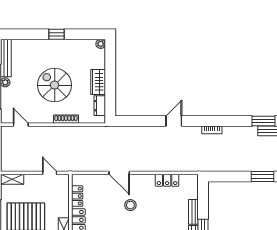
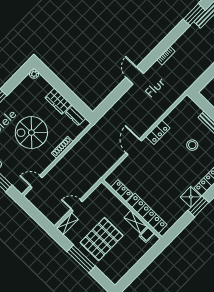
door: (50, 173) -> (77, 205), moved
door: (119, 173) -> (134, 147), swing flipped
locker: (167, 180) -> (158, 132), moved
stool: (130, 205) -> (192, 145), moved

